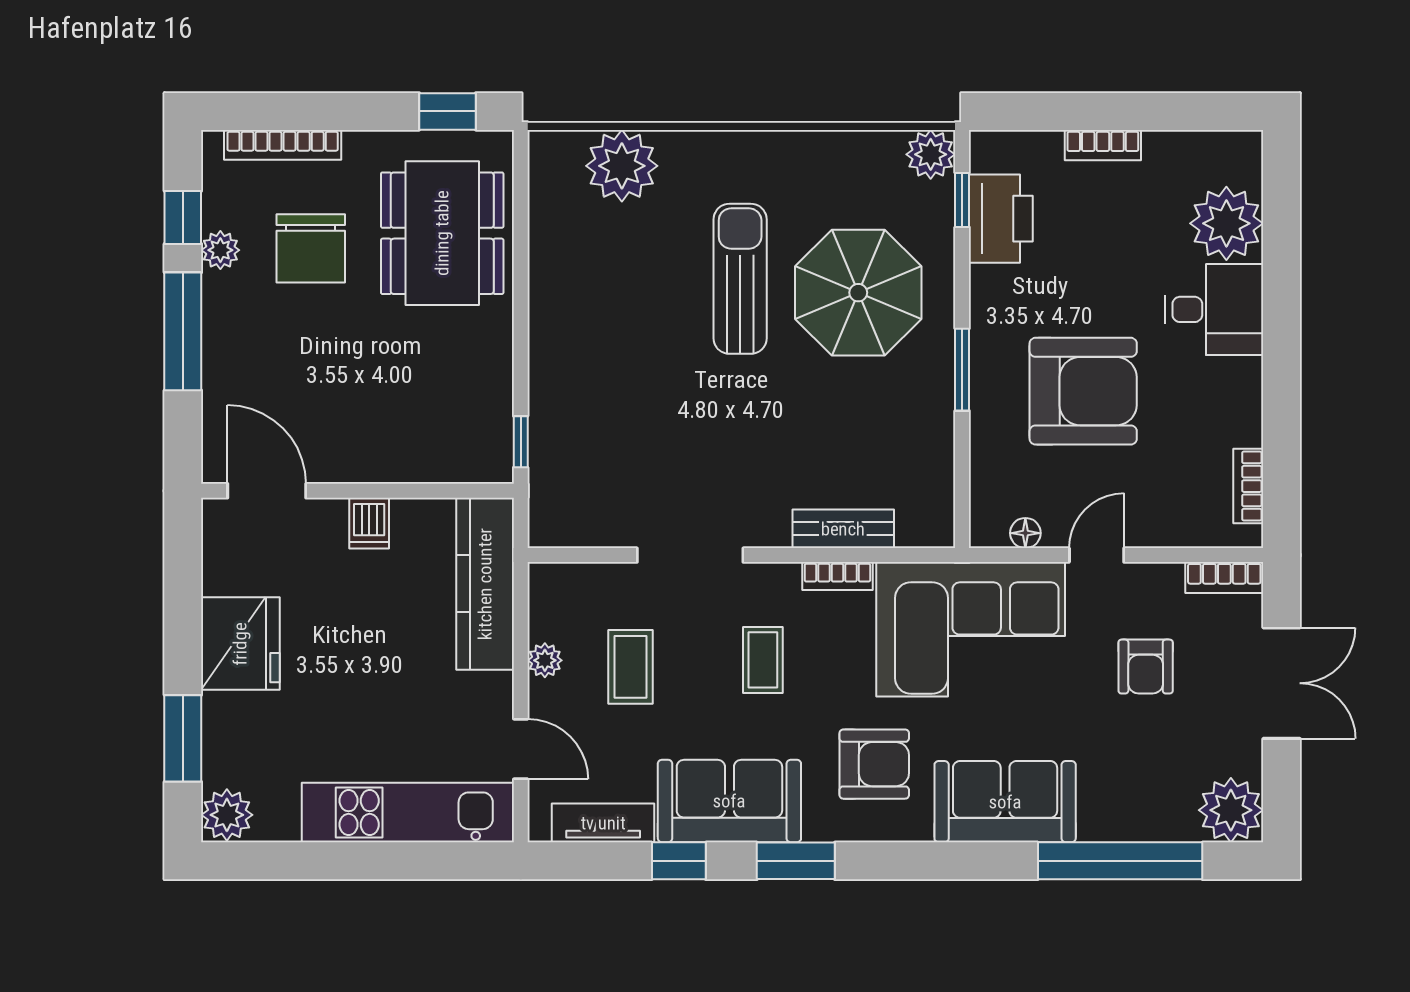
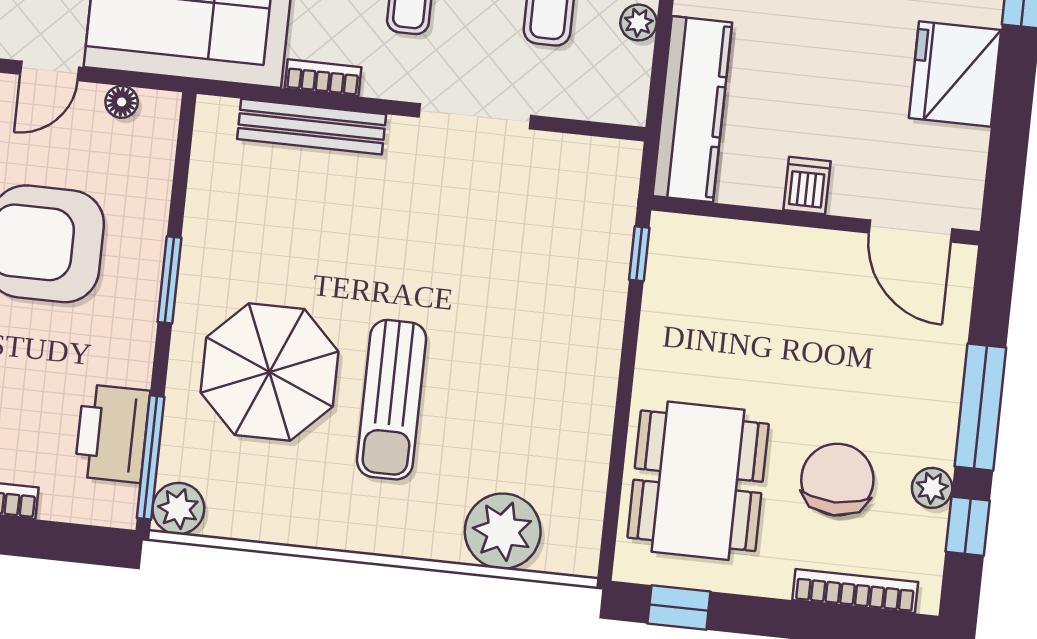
window: (962, 200) -> (151, 457), width x2.17
bench: (843, 529) -> (312, 127), width x1.36

